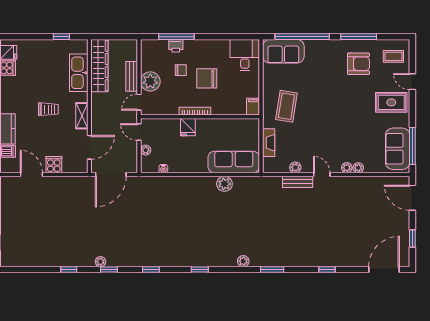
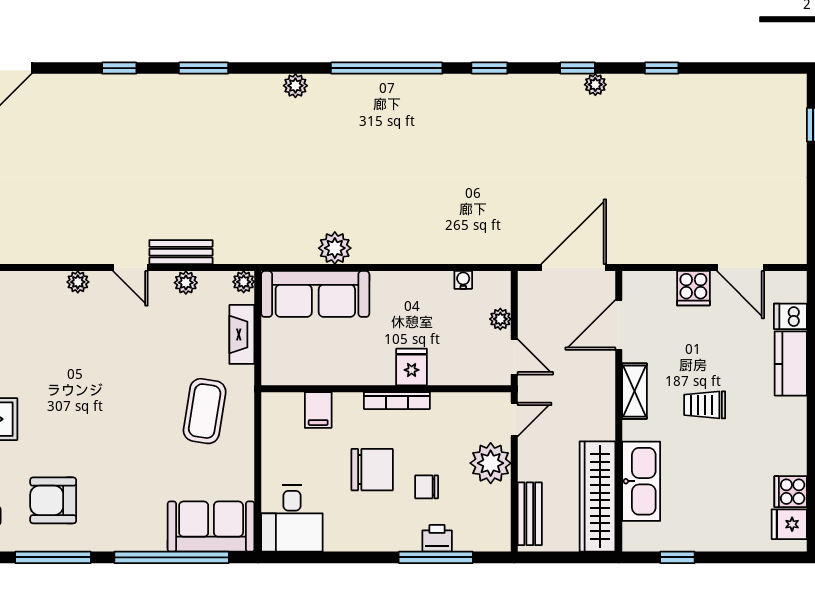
bench: (132, 76) -> (530, 514), moved
filing cabinet: (253, 107) -> (318, 410), moved
plant: (358, 168) -> (244, 282), moved
window: (200, 269) -> (387, 68), width x3.17
window: (272, 269) -> (204, 68), moved

